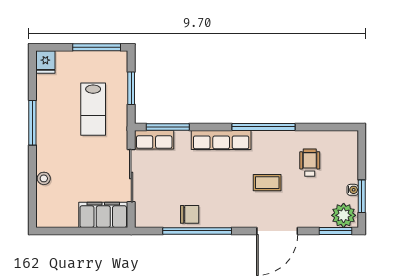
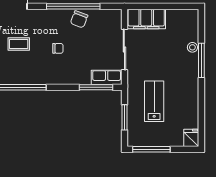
window: (32, 123) -> (201, 60), moved
row of seats: (221, 140) -> (55, 77), removed
chair: (217, 177) -> (58, 48), added
chair: (190, 214) -> (79, 19), turned -69

